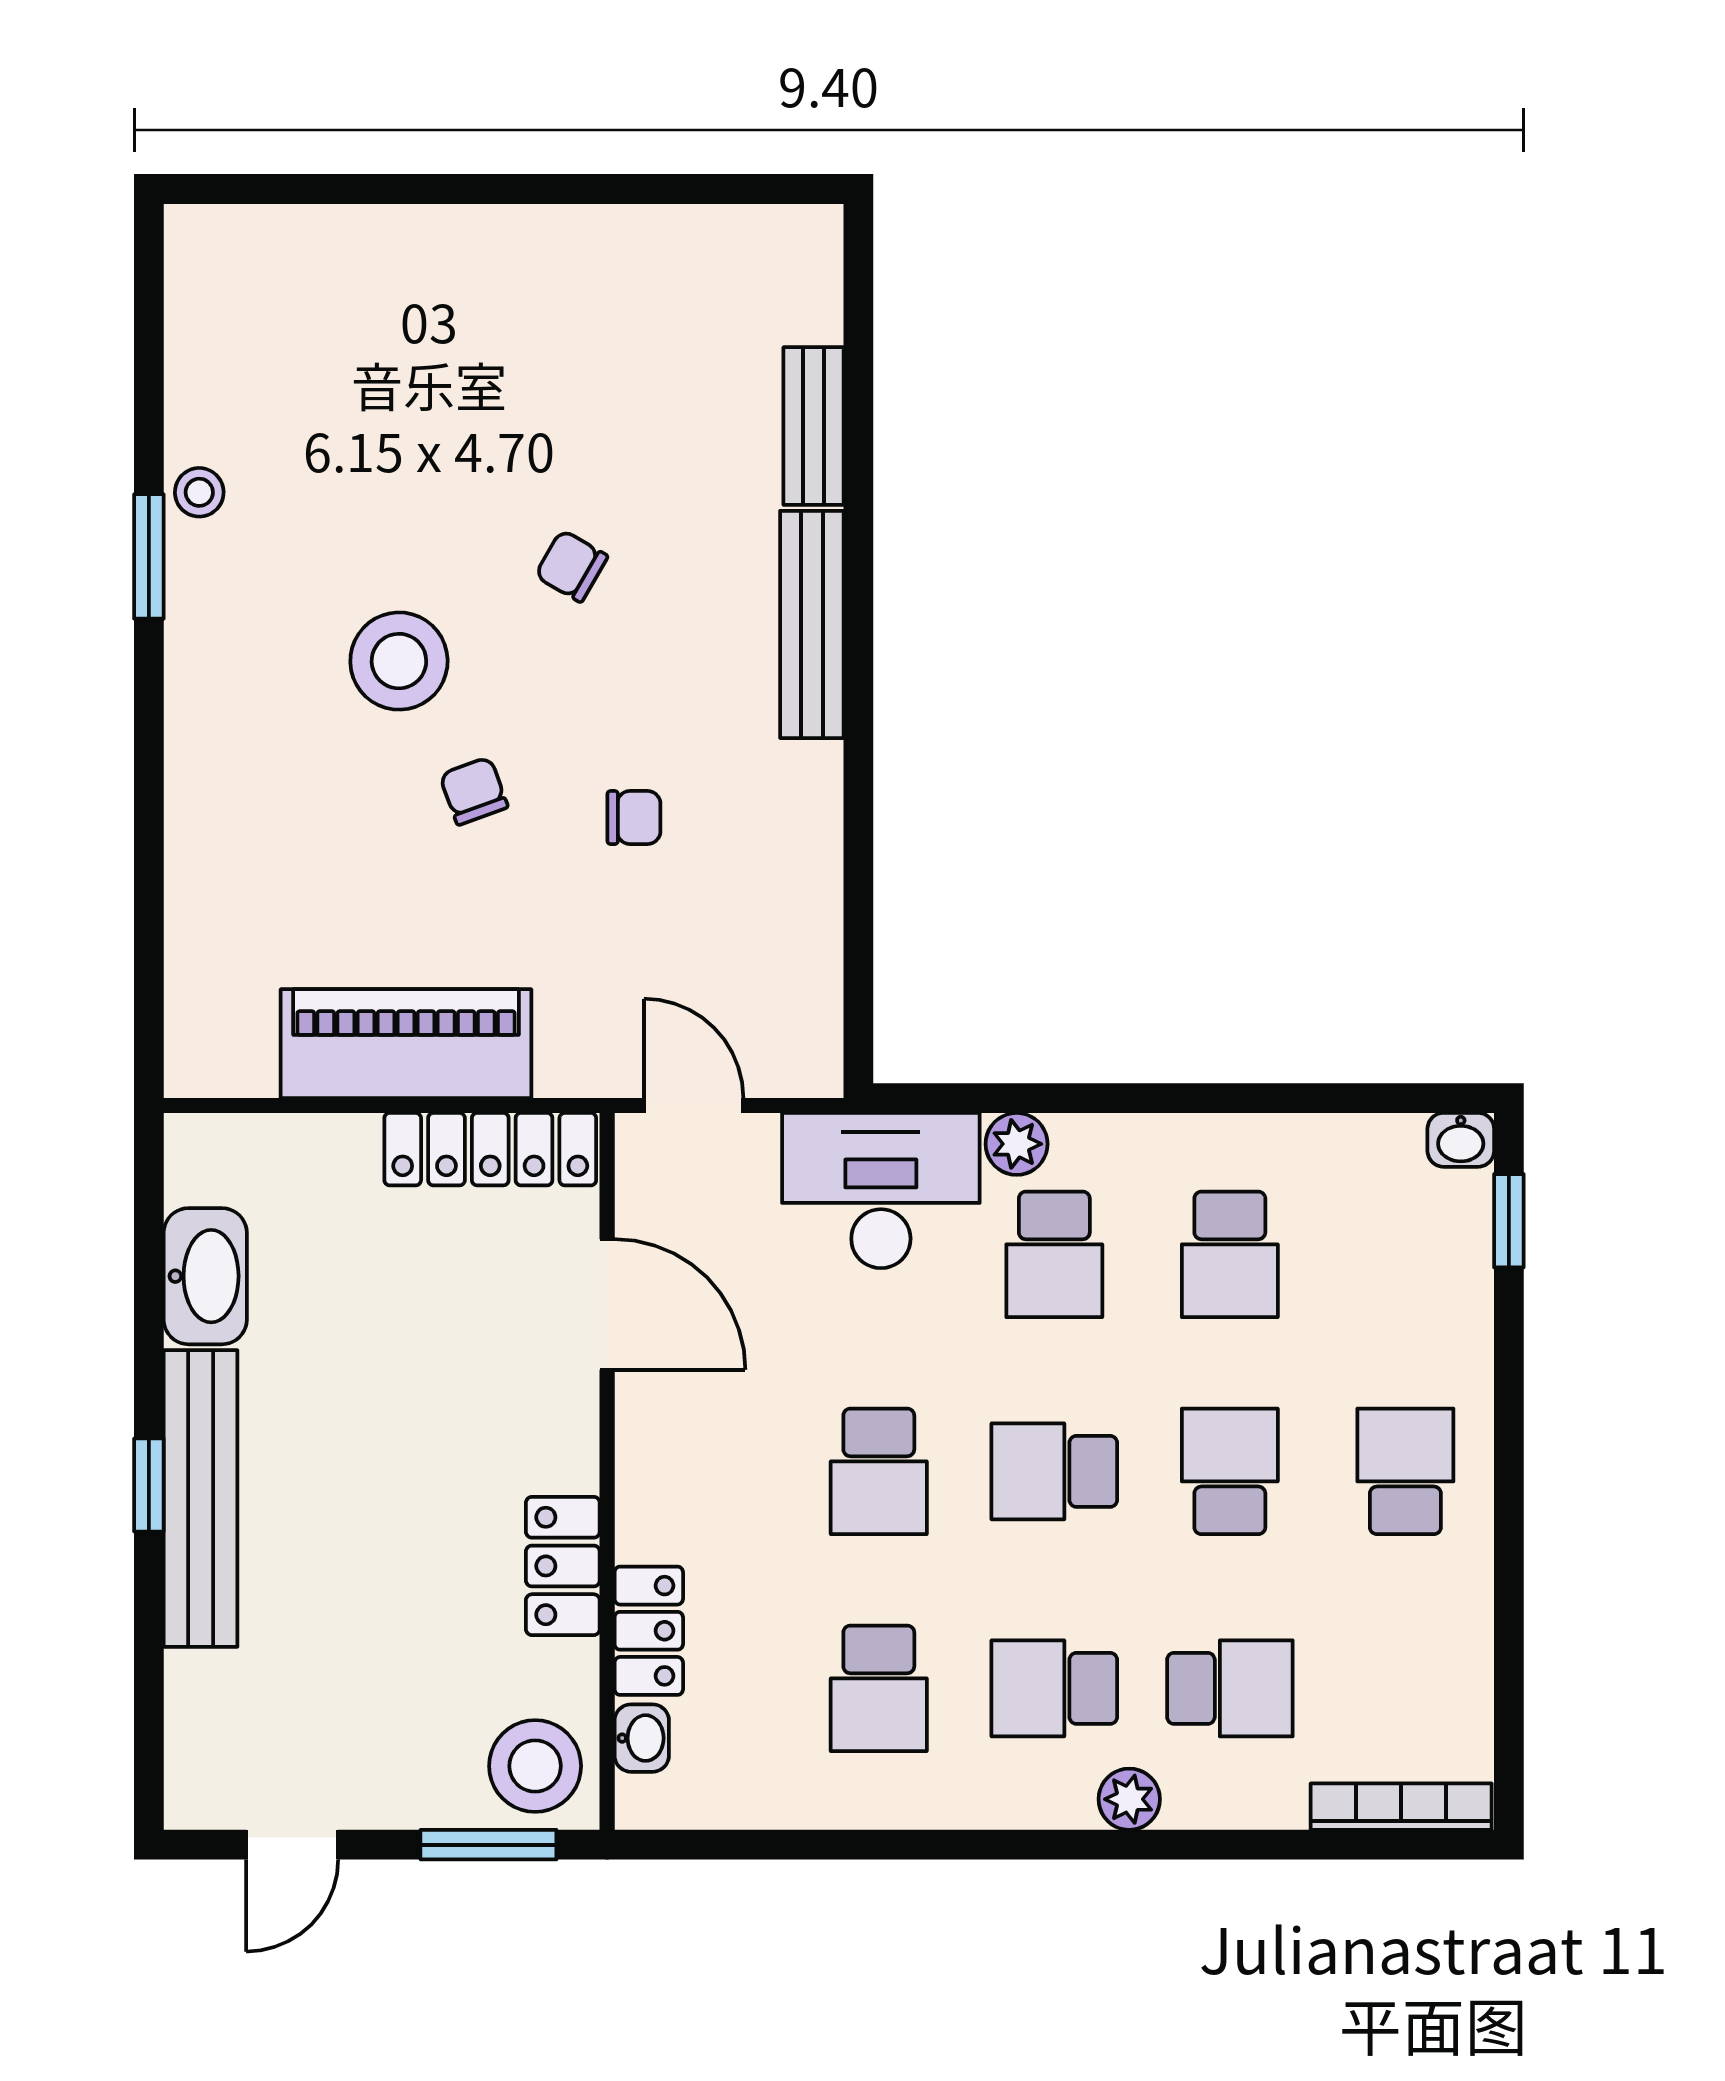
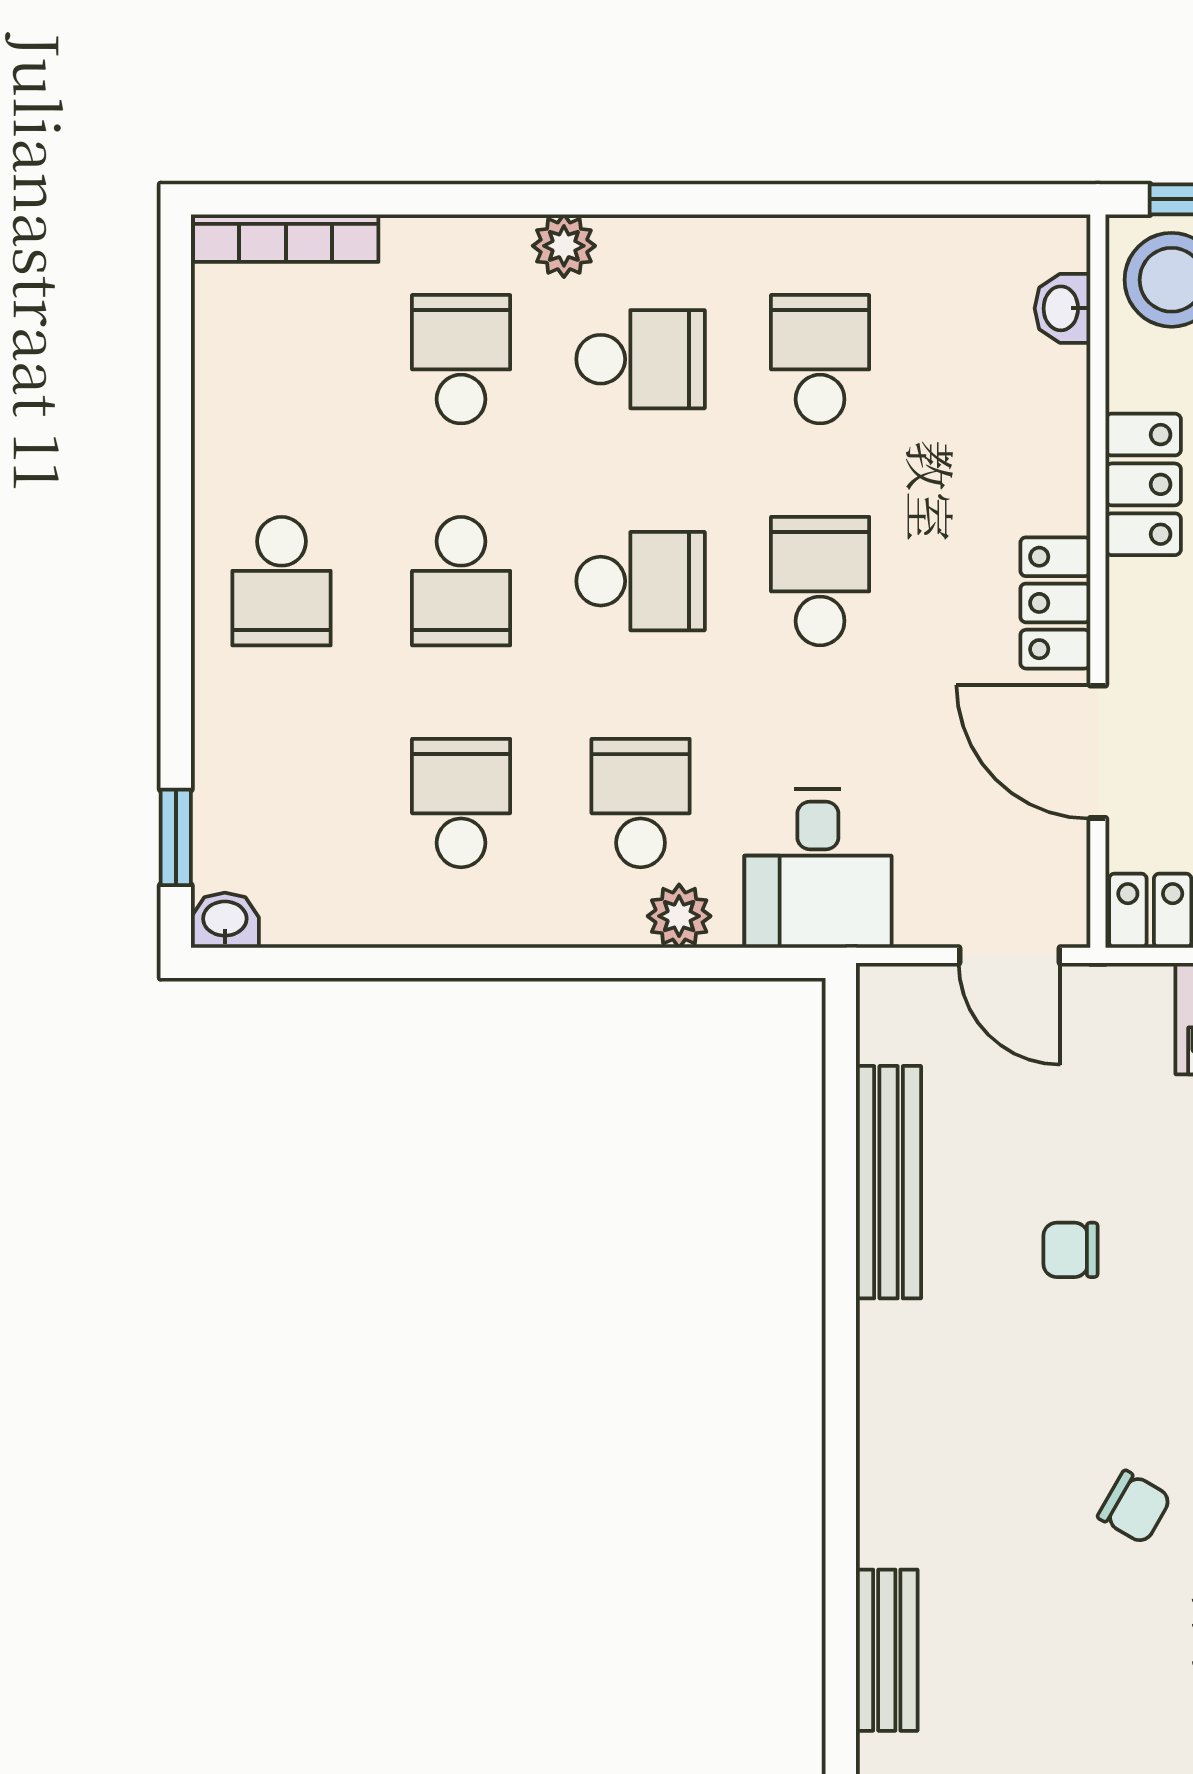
bench: (812, 624) -> (889, 1182), moved
desk: (881, 1191) -> (818, 868), width x0.73
locker: (649, 1631) -> (1055, 603), moved
school desk: (1230, 1688) -> (461, 359), turned 90

